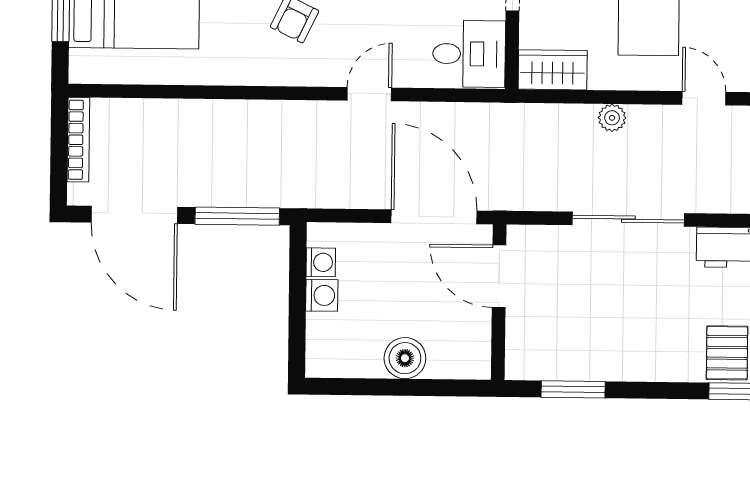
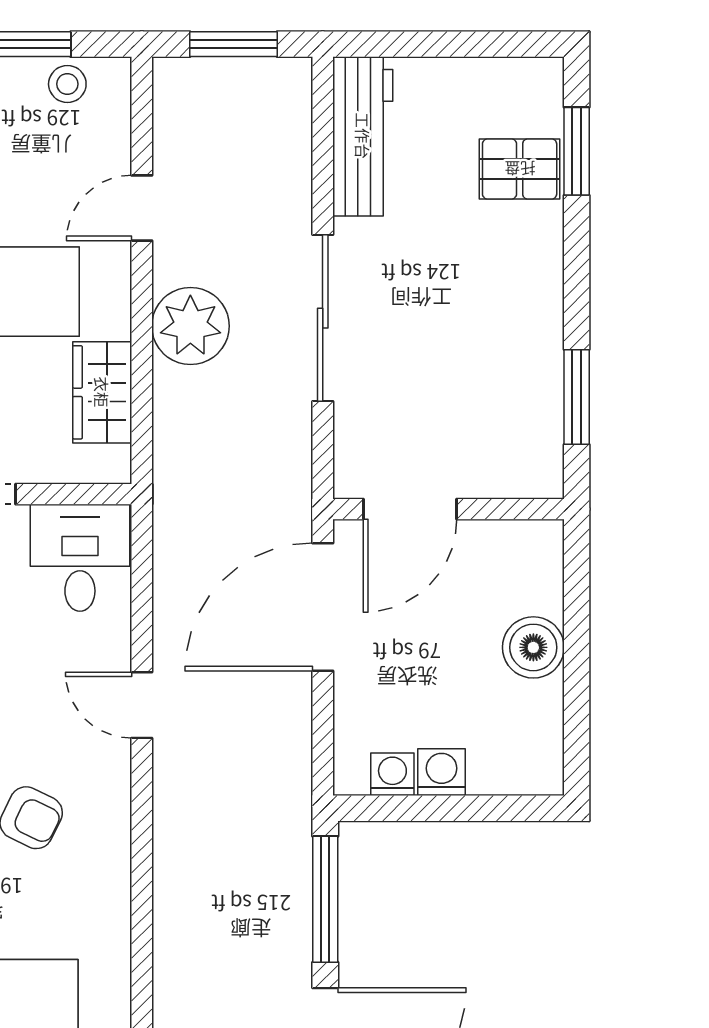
wardrobe: (553, 70) -> (102, 392), moved
plant: (612, 118) -> (190, 326), width x1.87, depth x1.87

